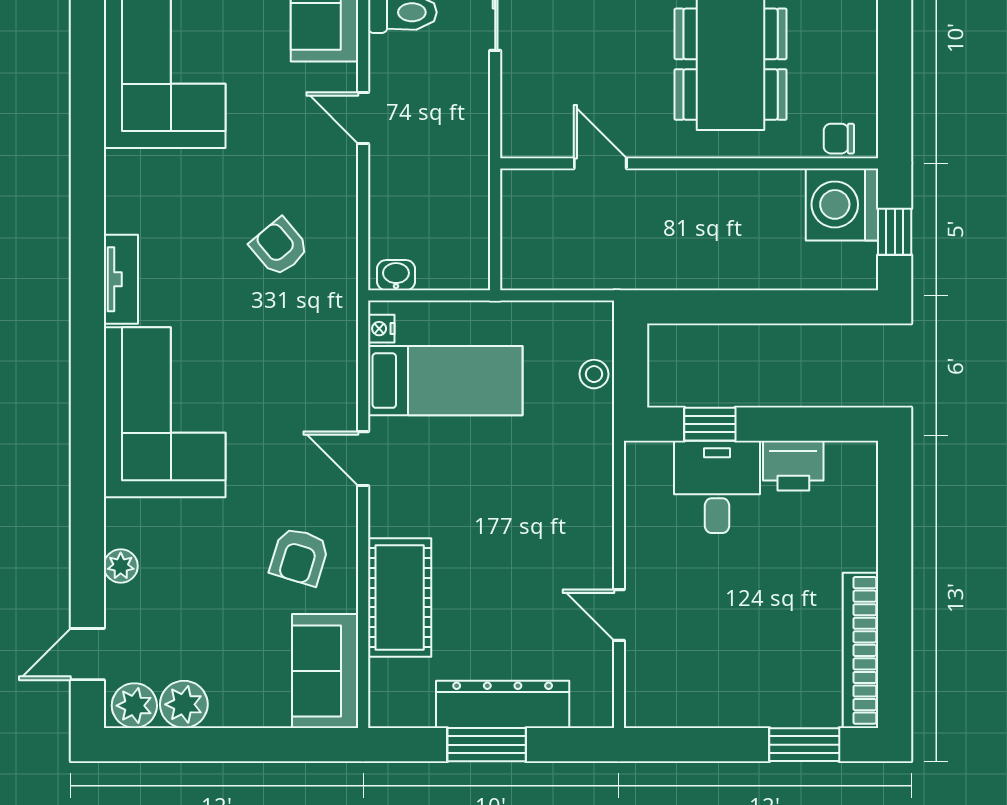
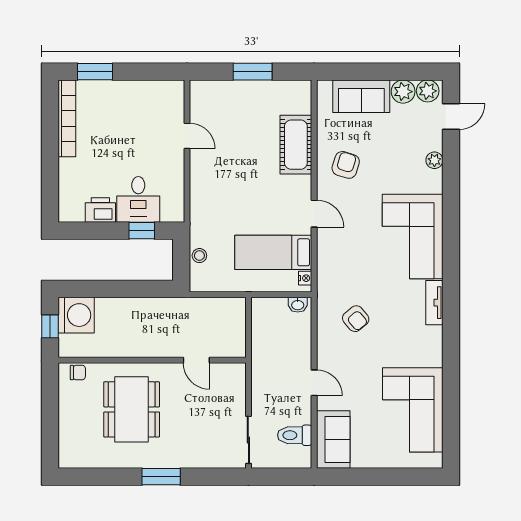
washing machine: (842, 204) -> (76, 315), moved
sofa: (325, 671) -> (361, 96), moved, turned 90
dresser: (503, 704) -> (245, 92), removed

